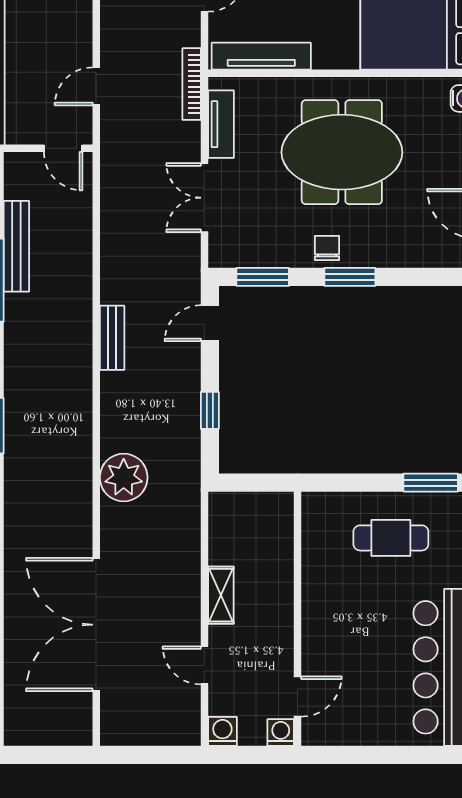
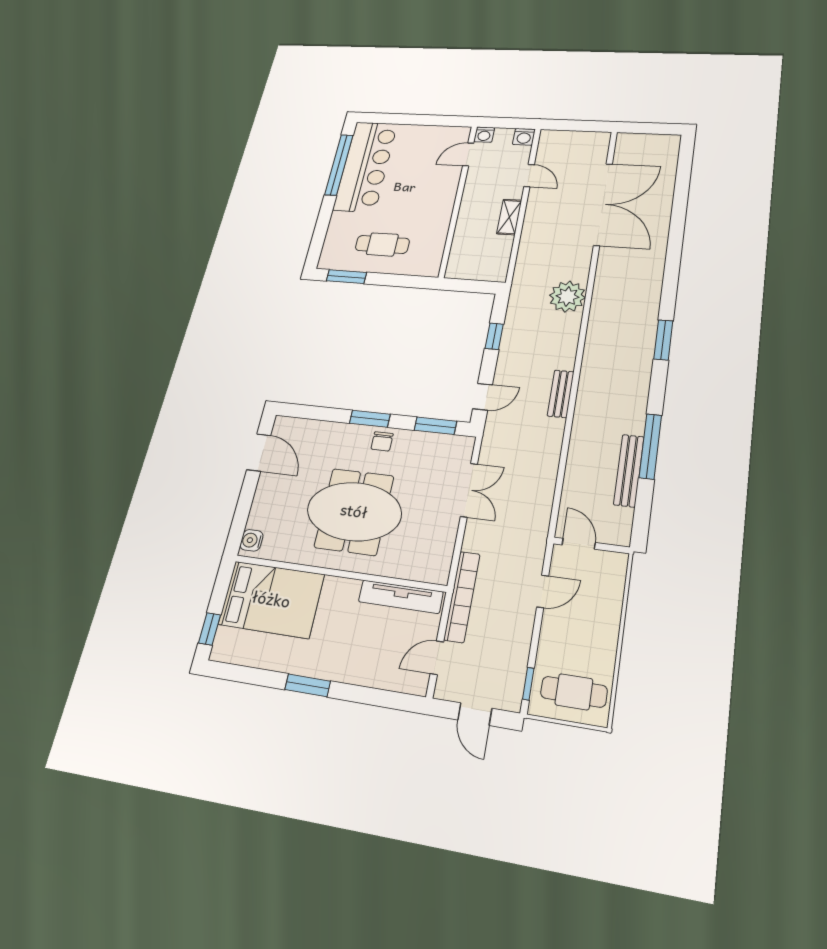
bookcase: (192, 84) -> (462, 597), width x1.48, depth x1.31
tv unit: (221, 124) -> (445, 546), removed

